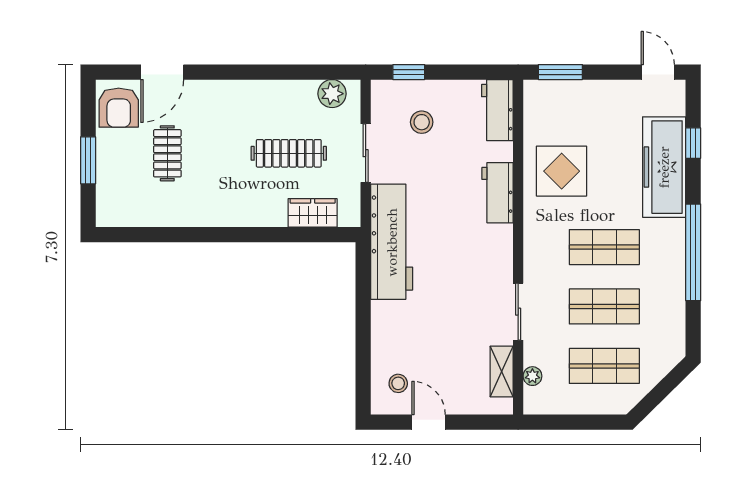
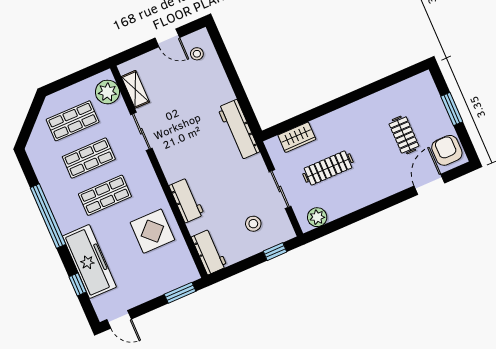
workbench: (392, 242) -> (239, 130), width x0.73, depth x0.76
plant: (532, 376) -> (107, 92), width x1.87, depth x1.87

